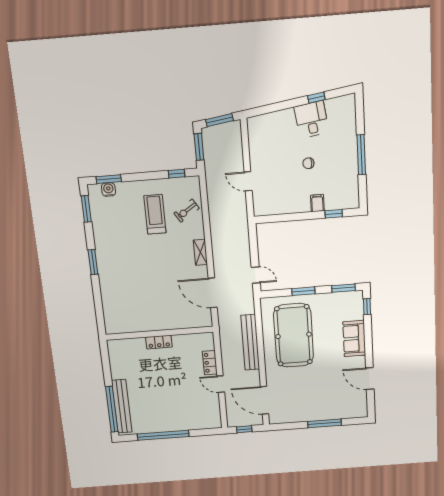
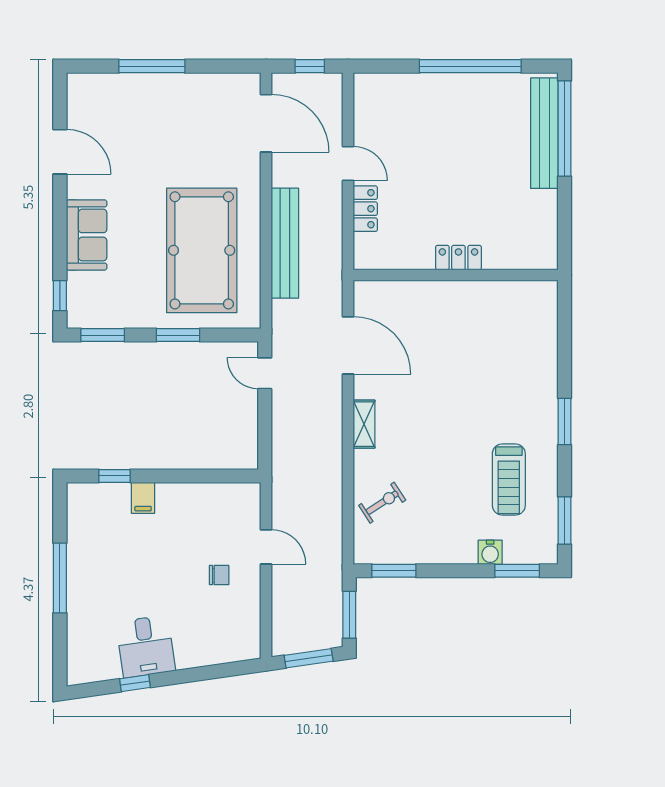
chair: (308, 163) -> (219, 575), moved
window: (177, 174) -> (394, 571), width x1.50
water cooler: (108, 189) -> (490, 552), moved
treadmill: (155, 214) -> (509, 480), moved

